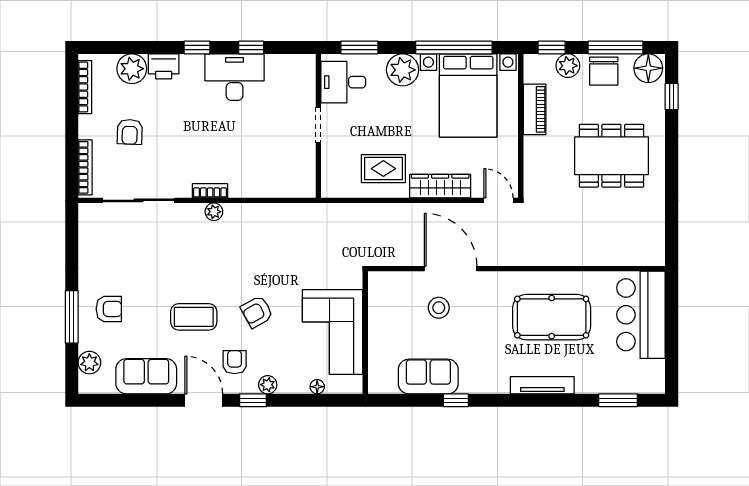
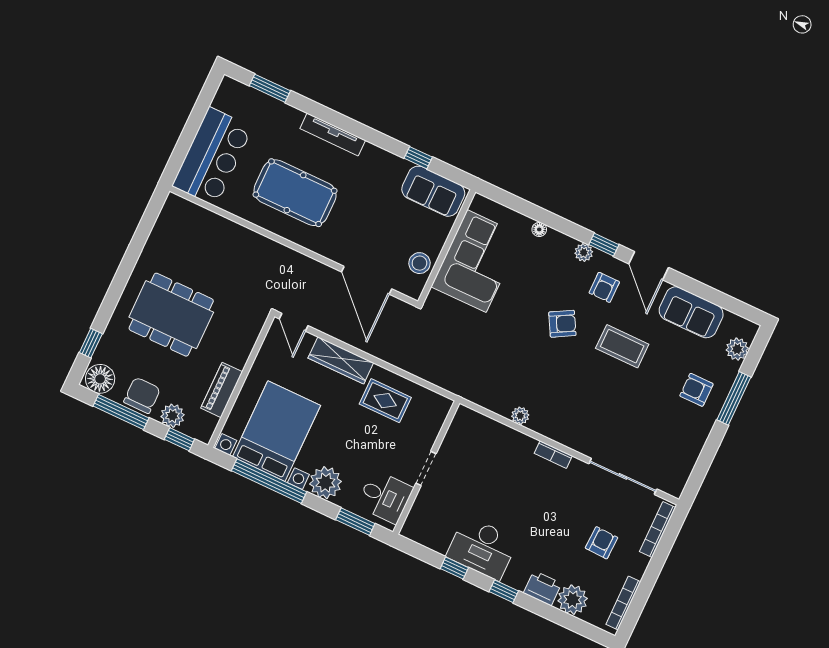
plant: (214, 212) -> (520, 416), moved
stool: (439, 308) -> (419, 263), moved
corner sofa: (332, 332) -> (477, 261), moved
wall: (365, 332) -> (447, 247), moved

